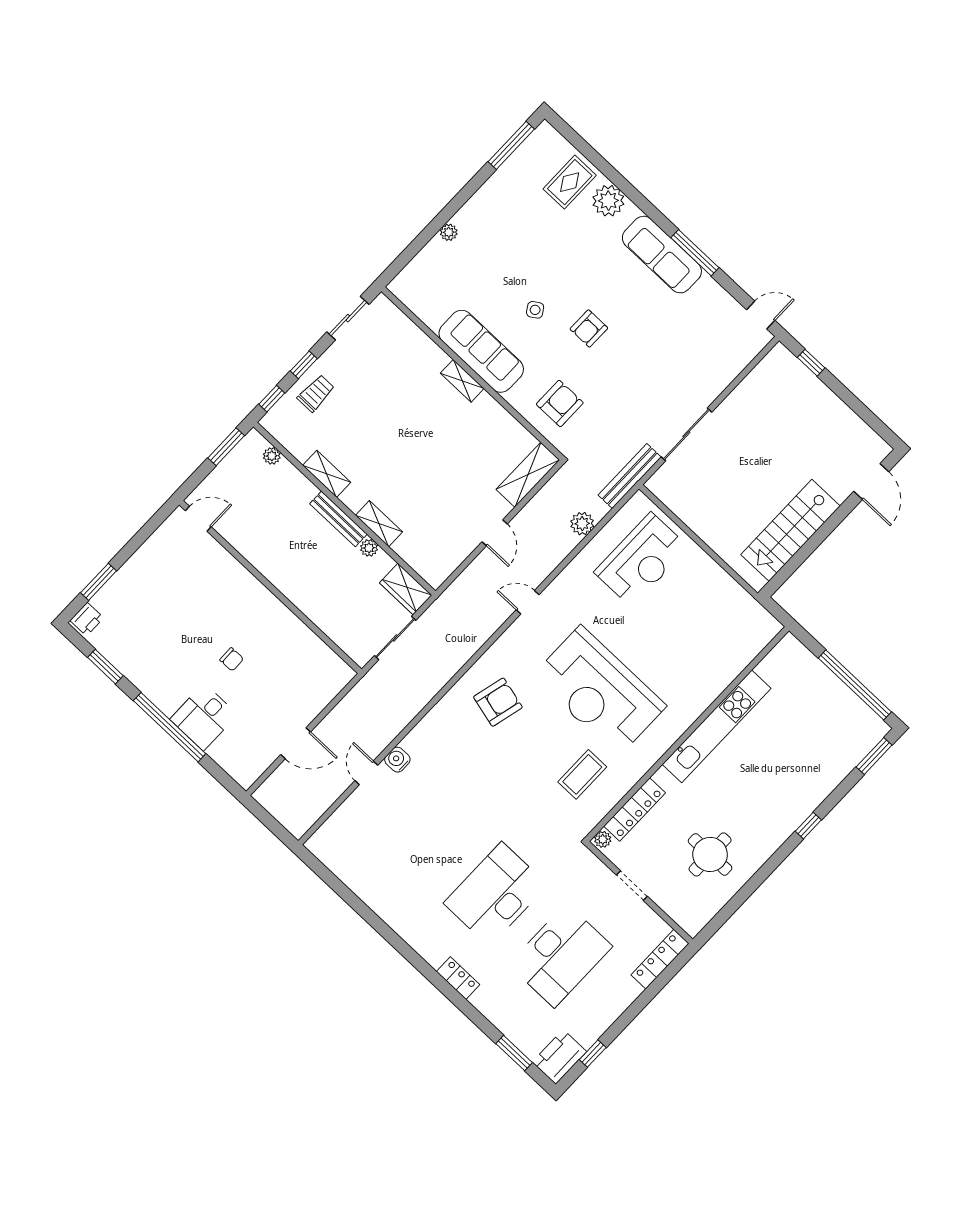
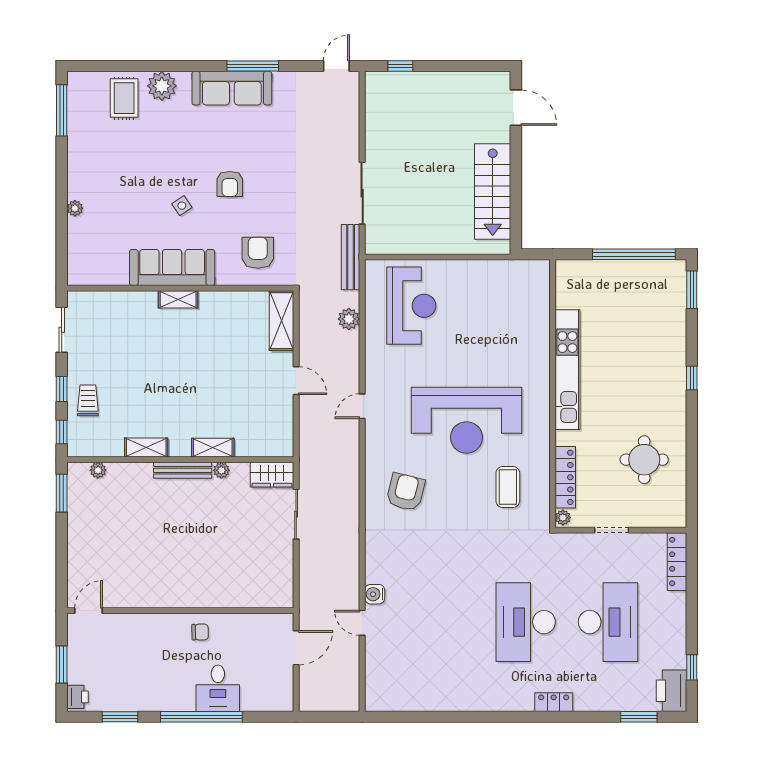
door: (198, 519) -> (89, 611), moved
wall: (270, 587) -> (180, 611), moved

